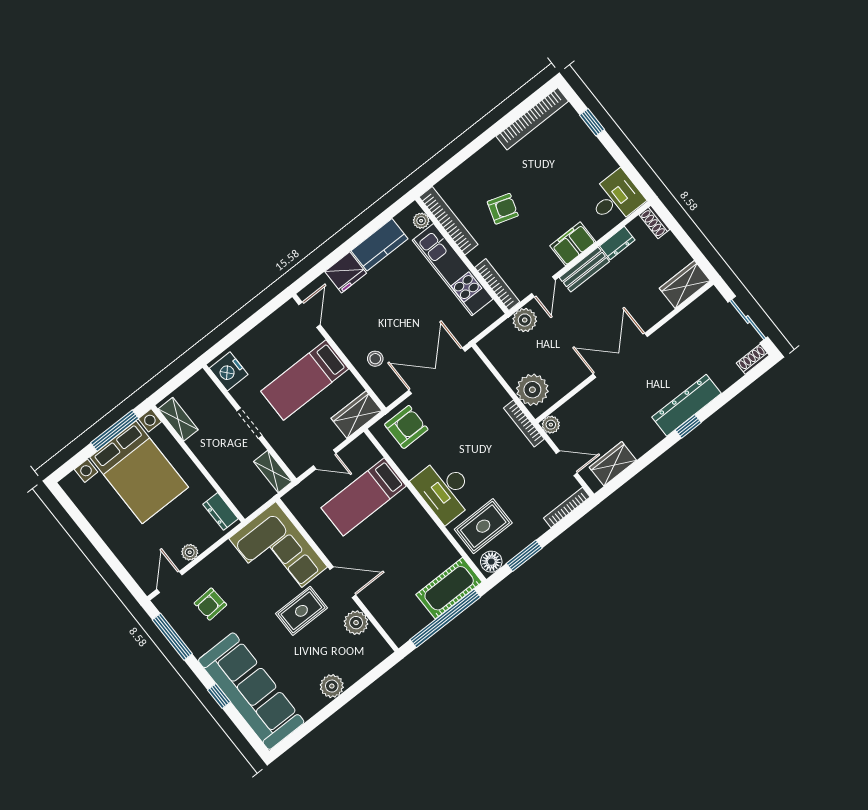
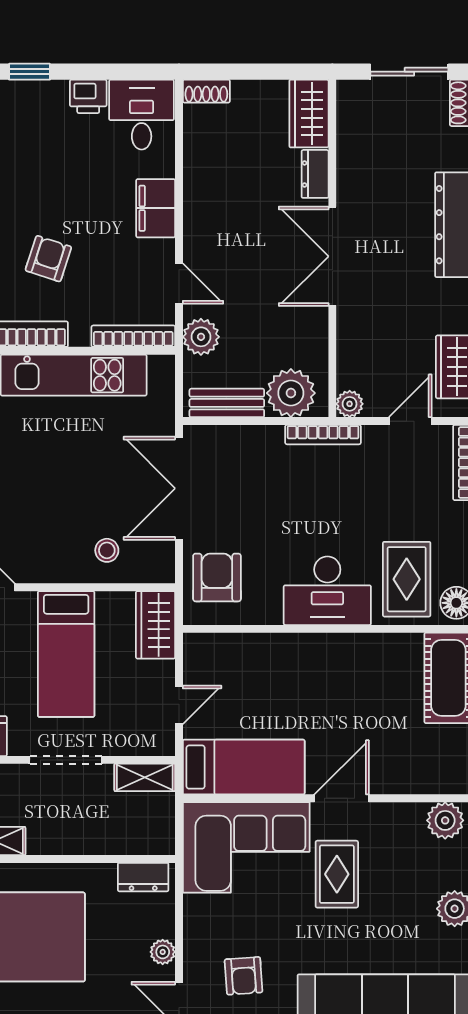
printer: (603, 163) -> (88, 96), added
dresser: (617, 243) -> (315, 174), moved, turned 180
bench: (584, 270) -> (227, 403), moved, turned 90
doorway: (250, 423) -> (65, 760), width x1.38
bed: (364, 497) -> (244, 767), moved, turned -90
plant: (356, 623) -> (445, 820), moved

